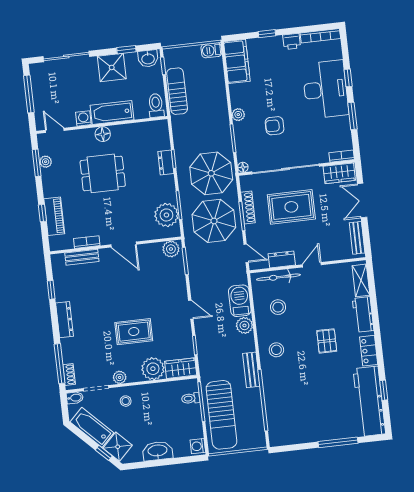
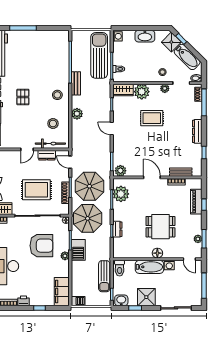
armchair: (275, 126) -> (41, 246), width x1.88, depth x1.88
barbecue: (240, 301) -> (78, 250), moved

